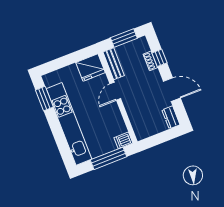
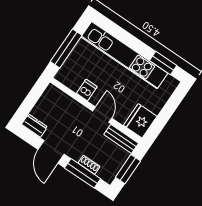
window: (159, 58) -> (83, 173), width x2.17
door: (172, 90) -> (51, 152), hinge flipped
dishwasher: (123, 140) -> (87, 90), moved

